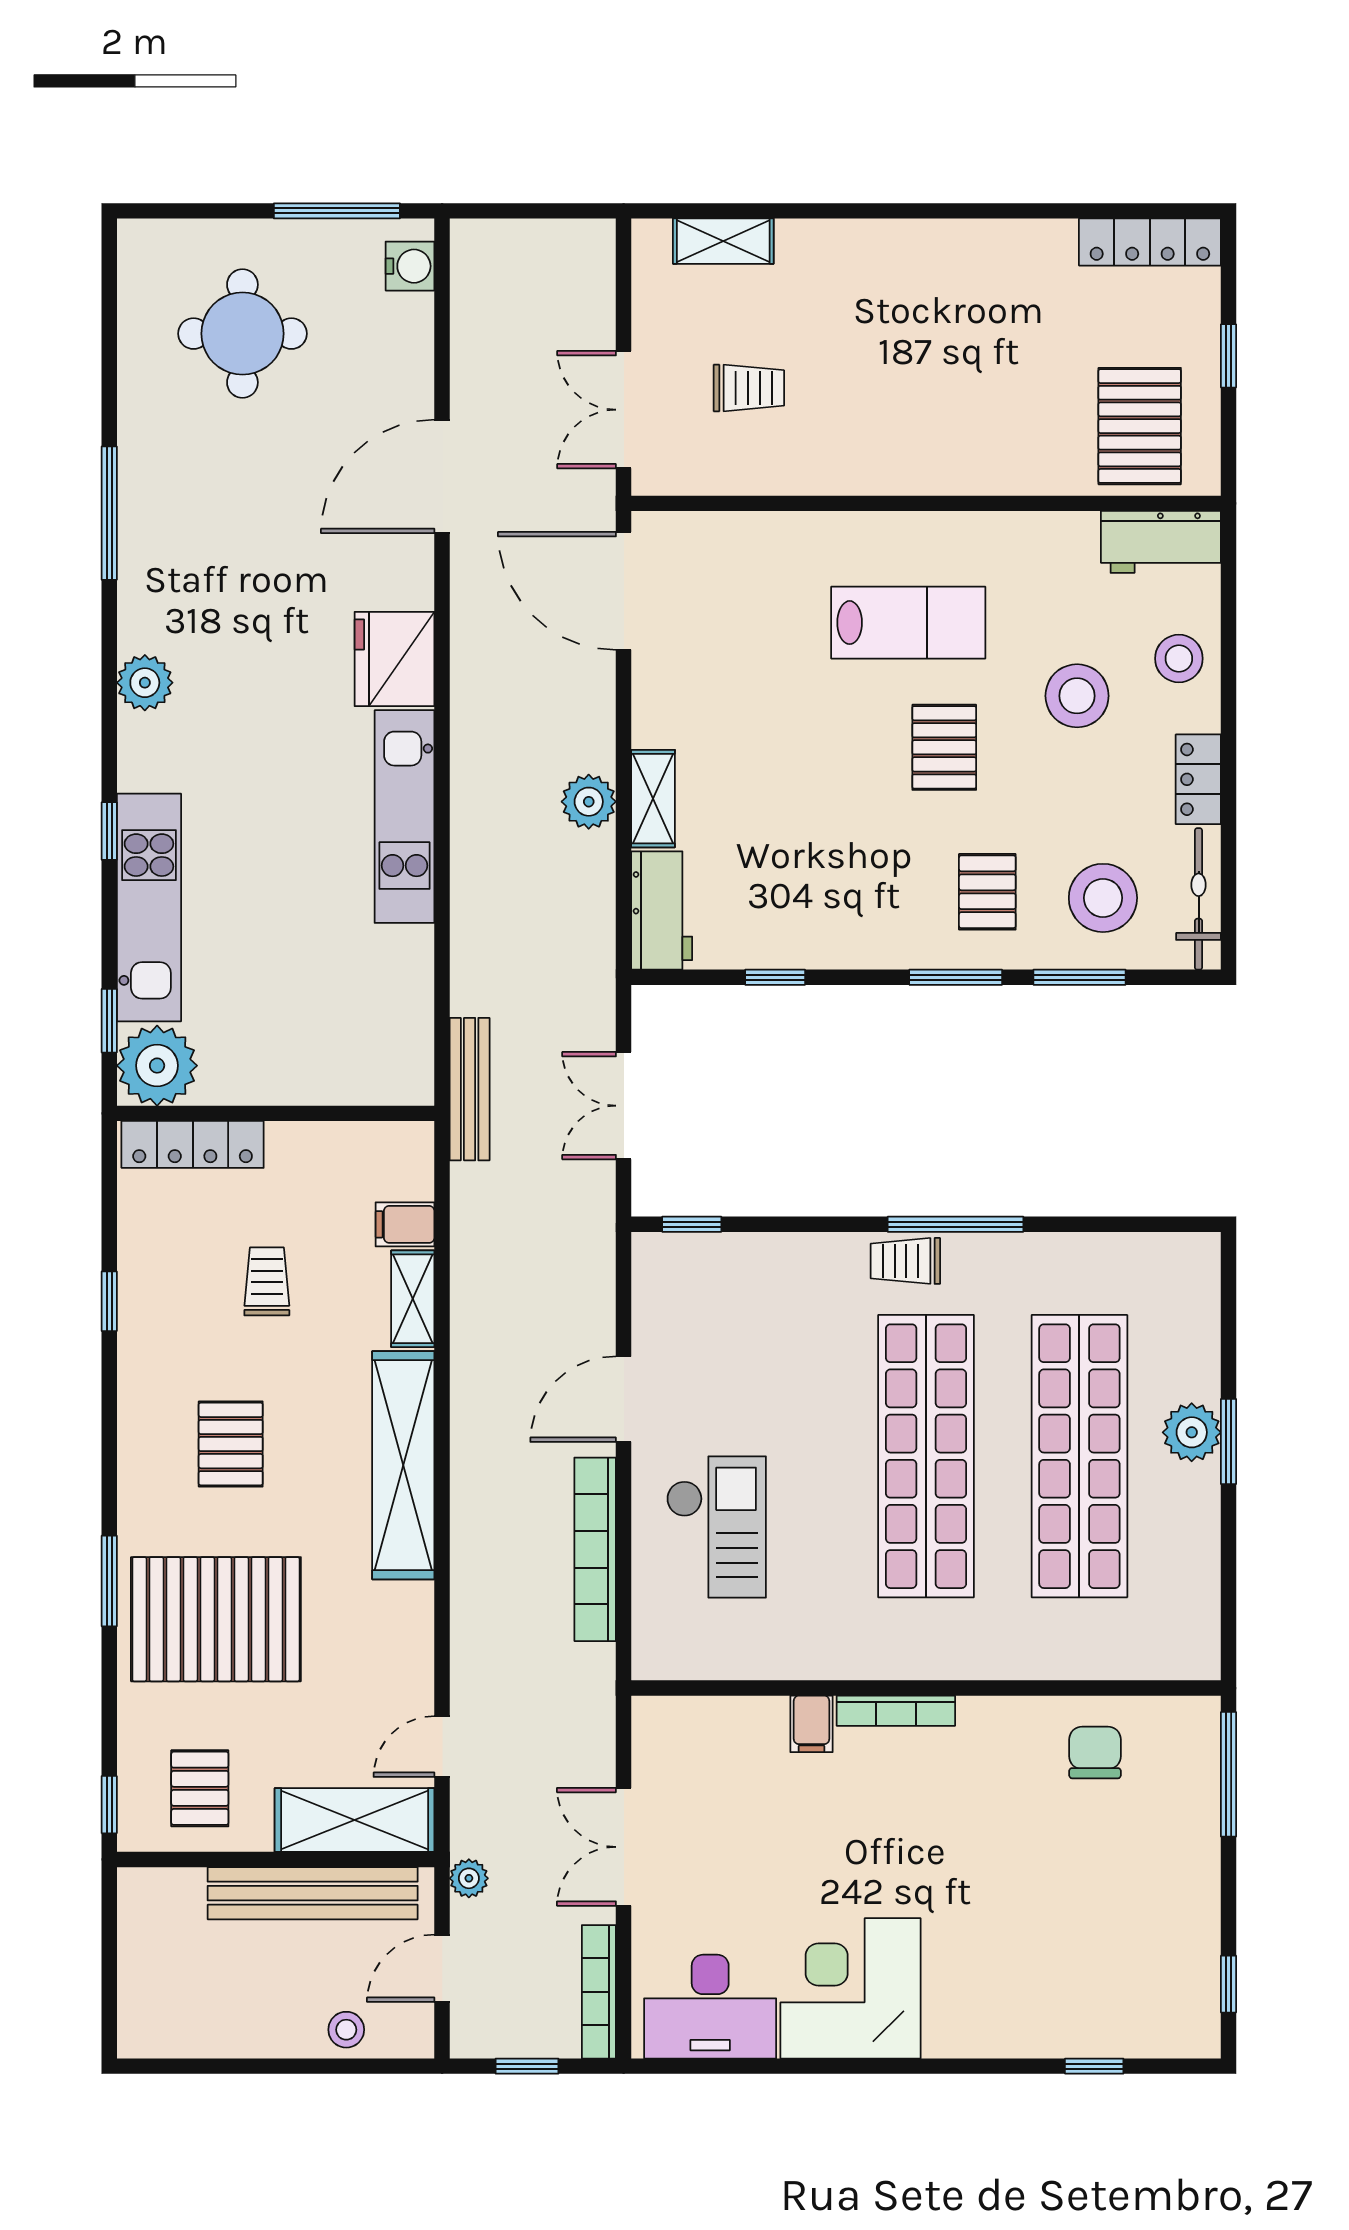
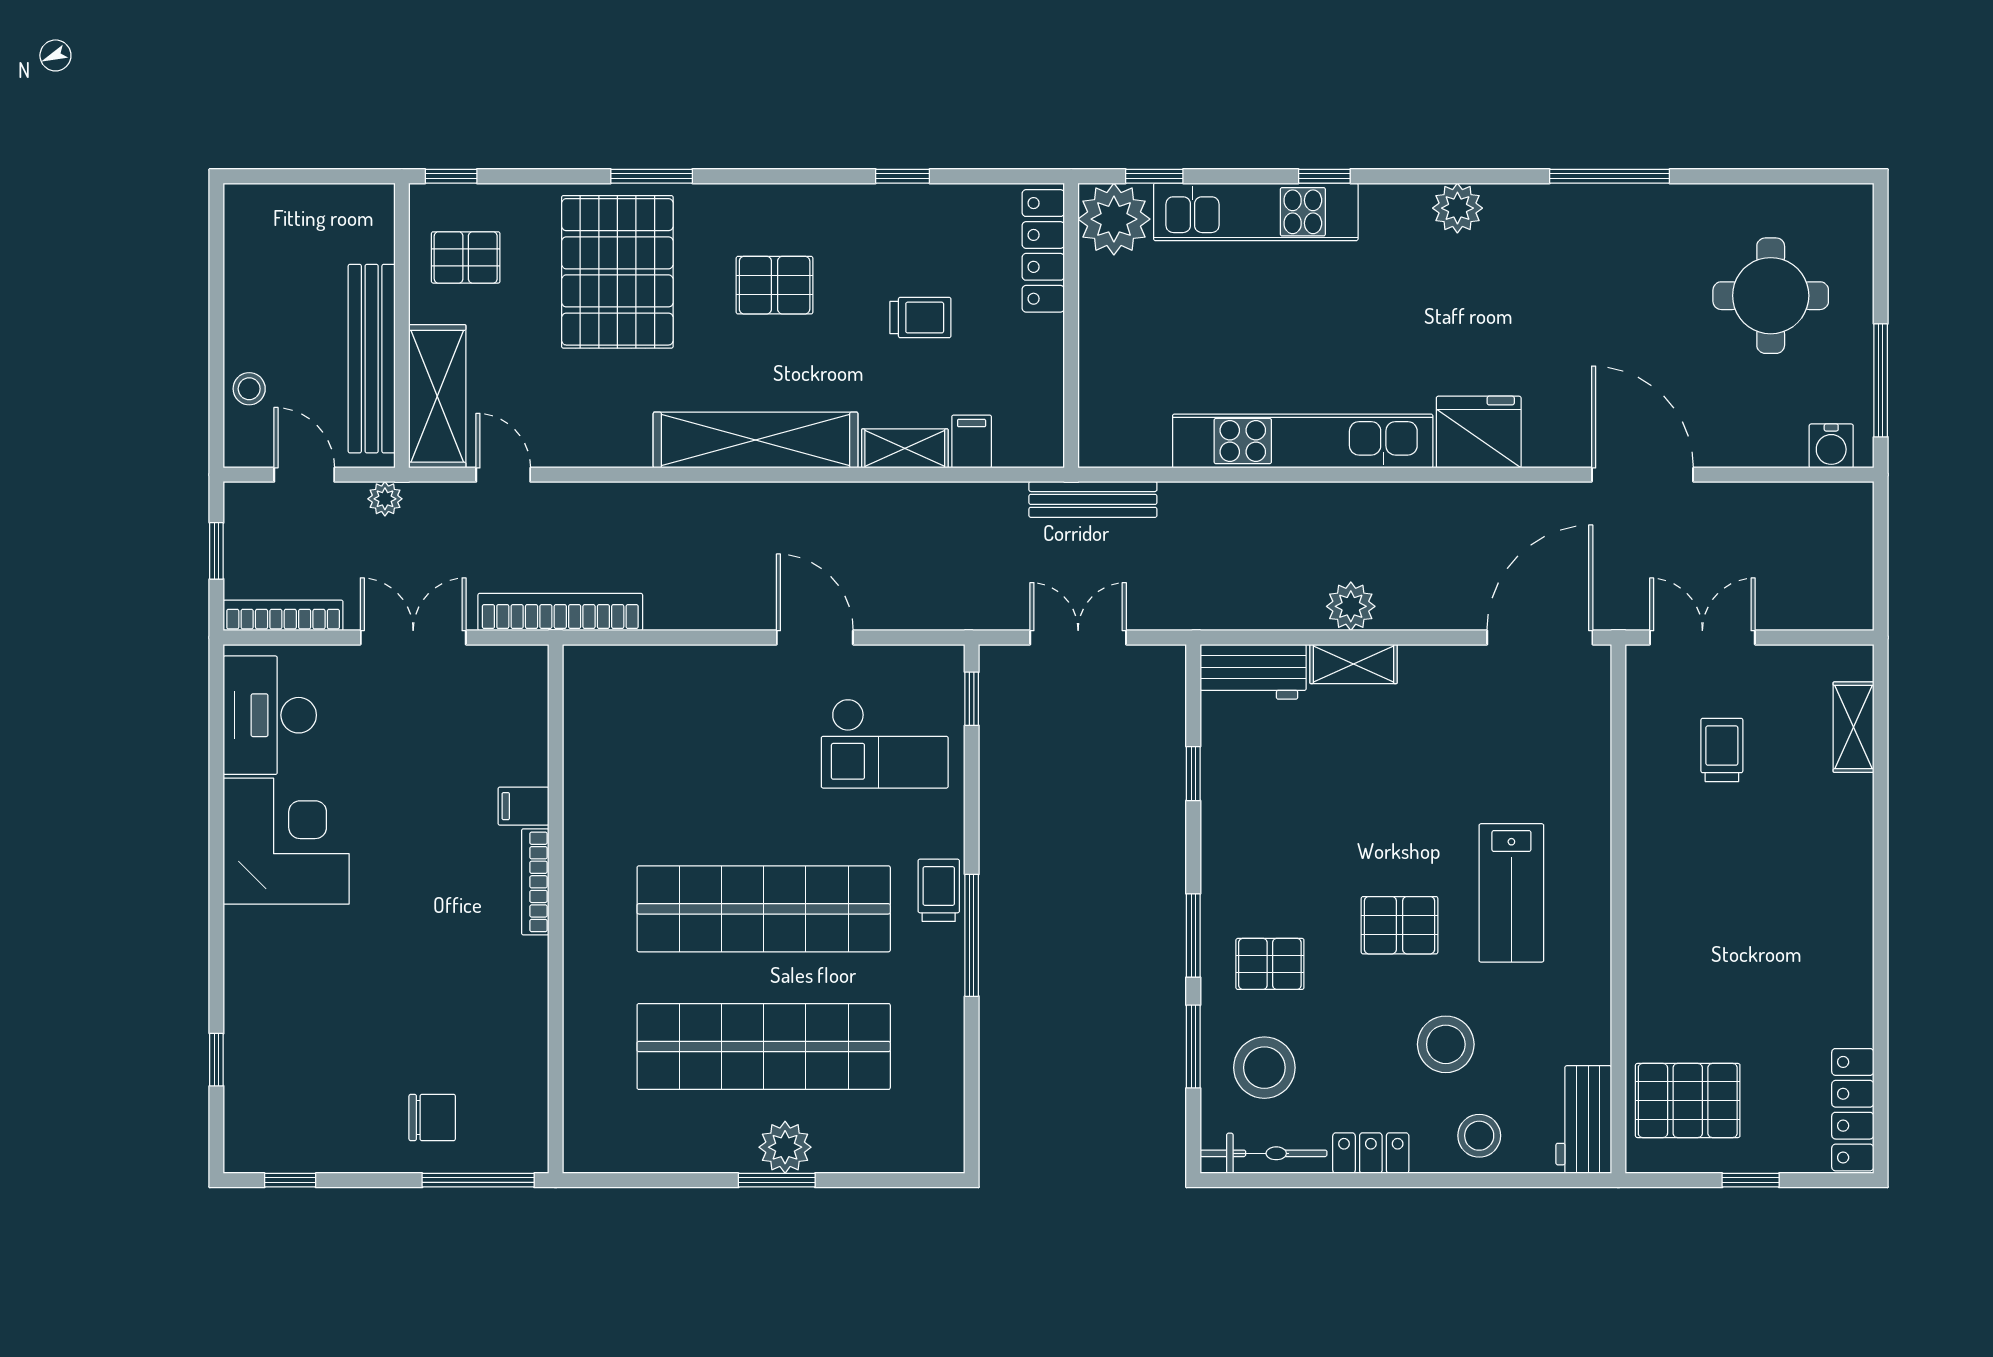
trolley: (749, 388) -> (1722, 750), turned 180
kitchen unit: (404, 817) -> (1303, 441), width x1.36
checkout: (716, 1527) -> (885, 743), moved
bookcase: (595, 1549) -> (560, 612), moved
chair: (1095, 1753) -> (432, 1118), moved

